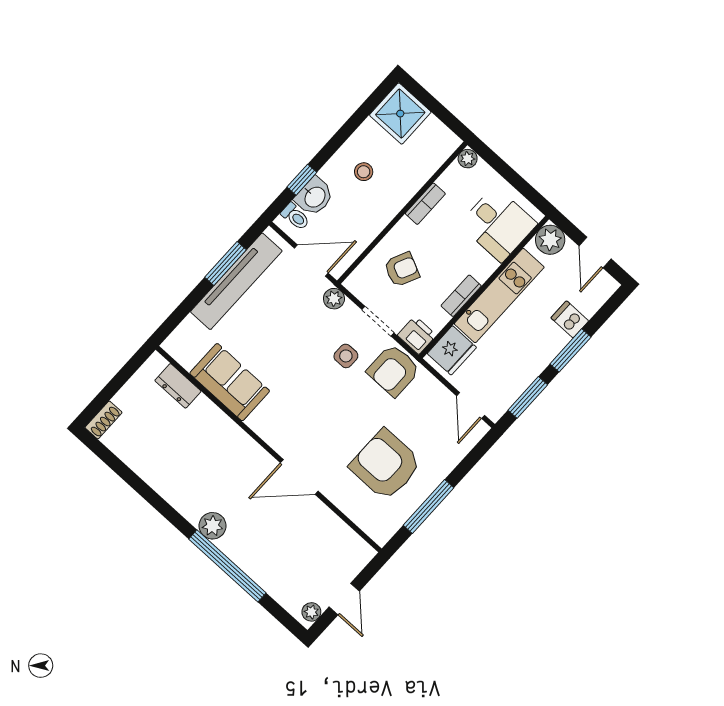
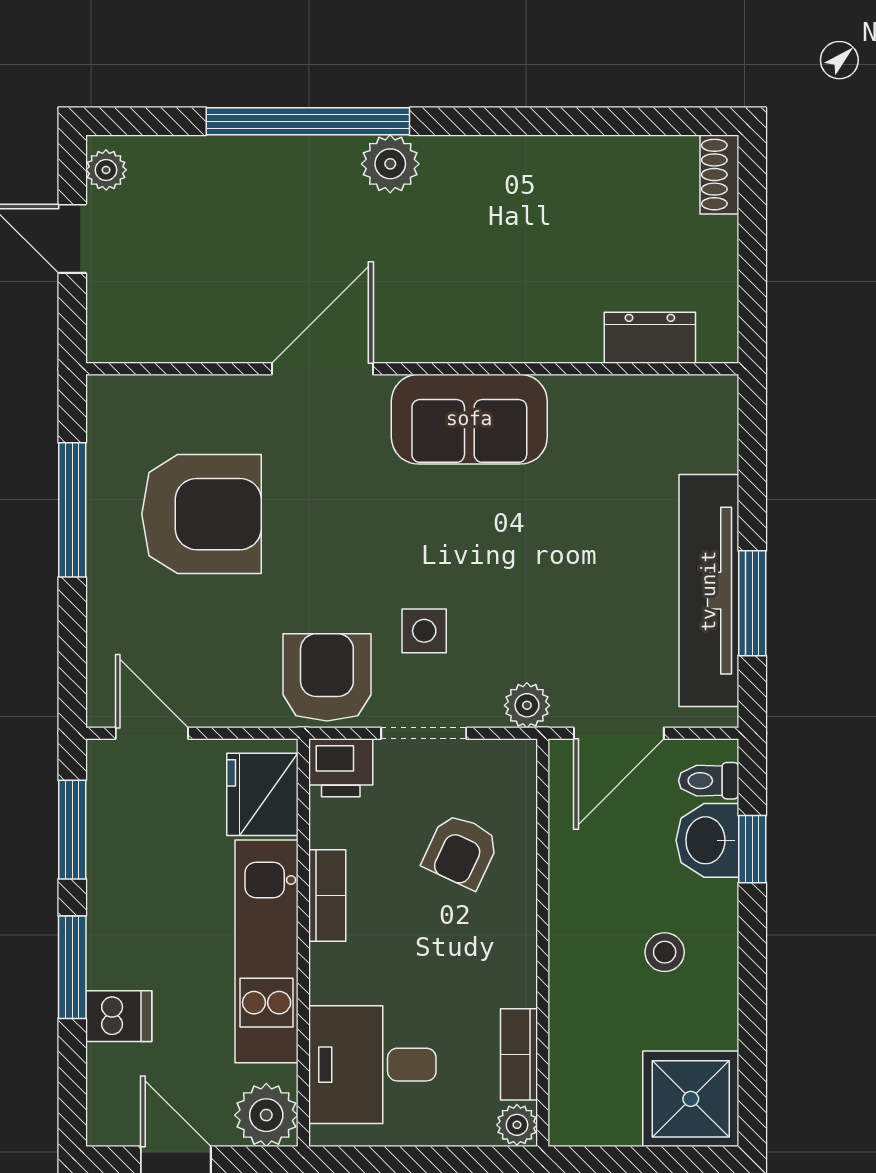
bookcase: (425, 204) -> (519, 1054), moved
sofa: (230, 382) -> (469, 419), moved

